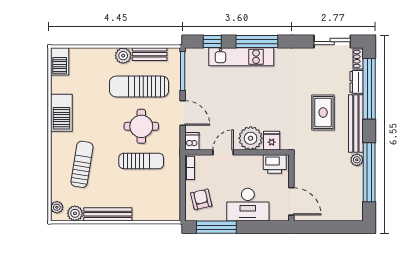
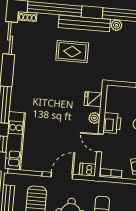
kitchen unit: (241, 57) -> (15, 141), moved
dresser: (357, 82) -> (48, 20), removed
plant: (251, 138) -> (94, 118), width x0.53, depth x0.53
printer: (275, 164) -> (112, 123), moved

